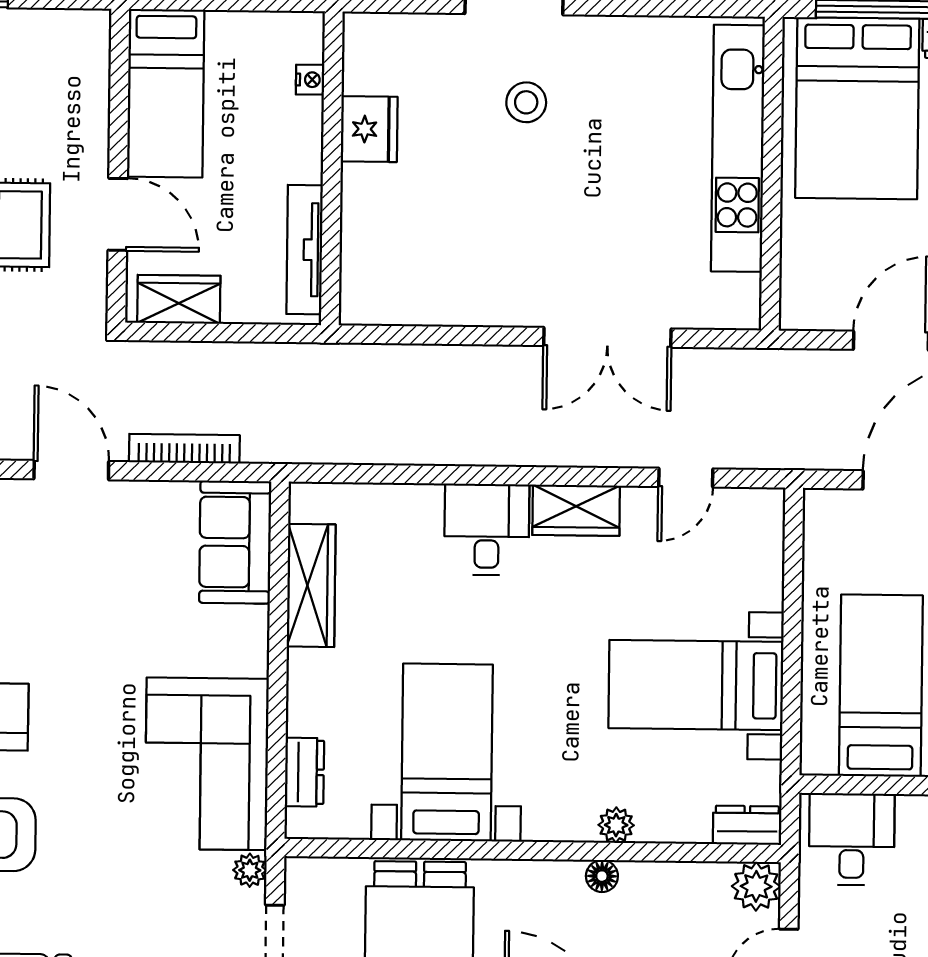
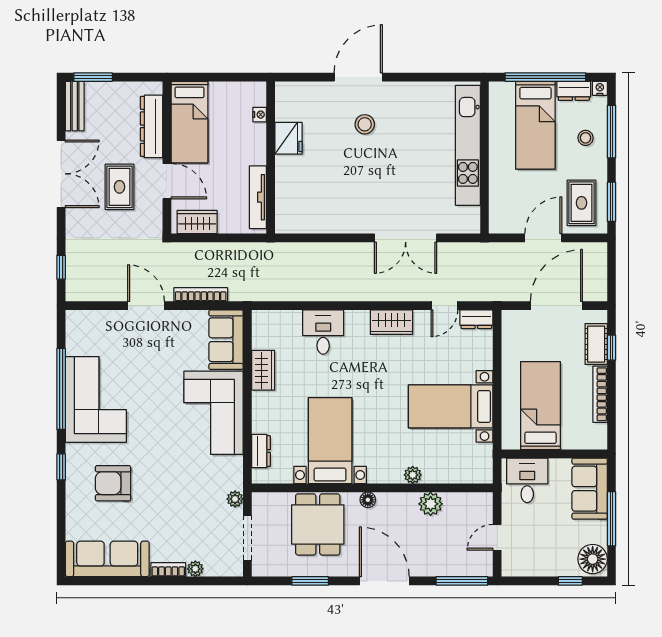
dresser: (87, 101) -> (152, 126), added
bed: (857, 108) -> (535, 125), width x0.67
desk: (487, 529) -> (323, 332), moved
wardrobe: (311, 585) -> (263, 370), width x0.67
corner sofa: (207, 764) -> (213, 413), moved
dresser: (747, 825) -> (476, 319), moved, turned 180
floor lamp: (602, 876) -> (368, 500), moved
plant: (756, 886) -> (431, 504), moved

